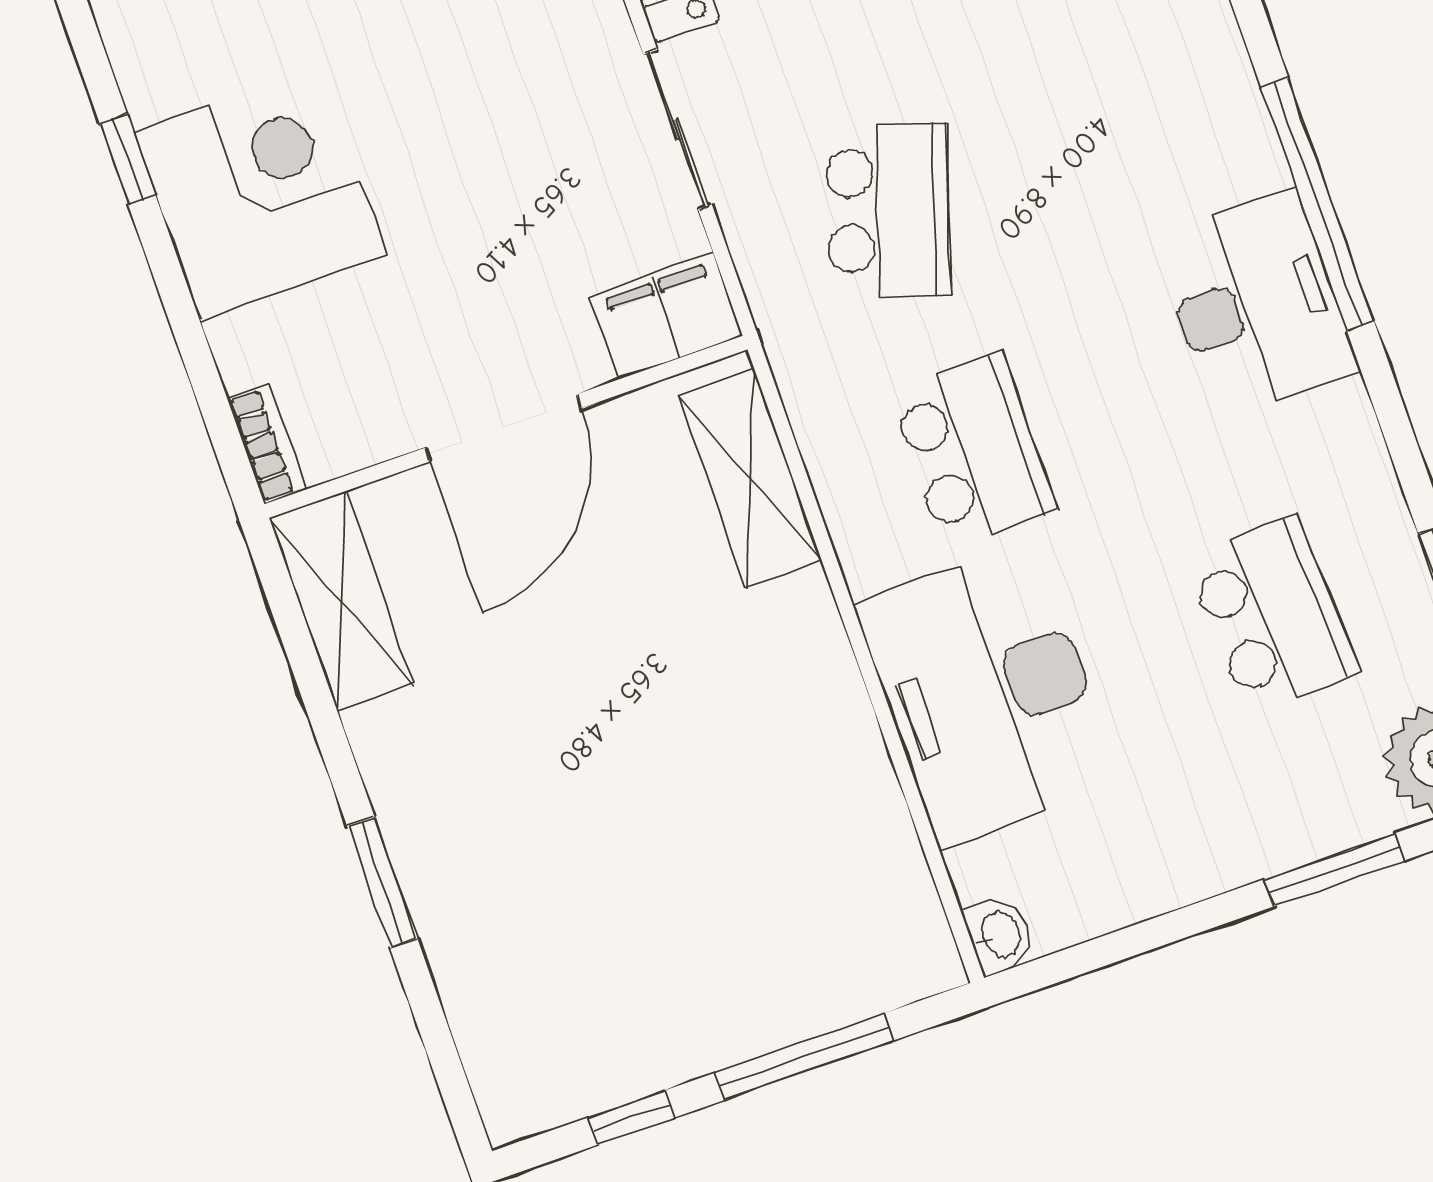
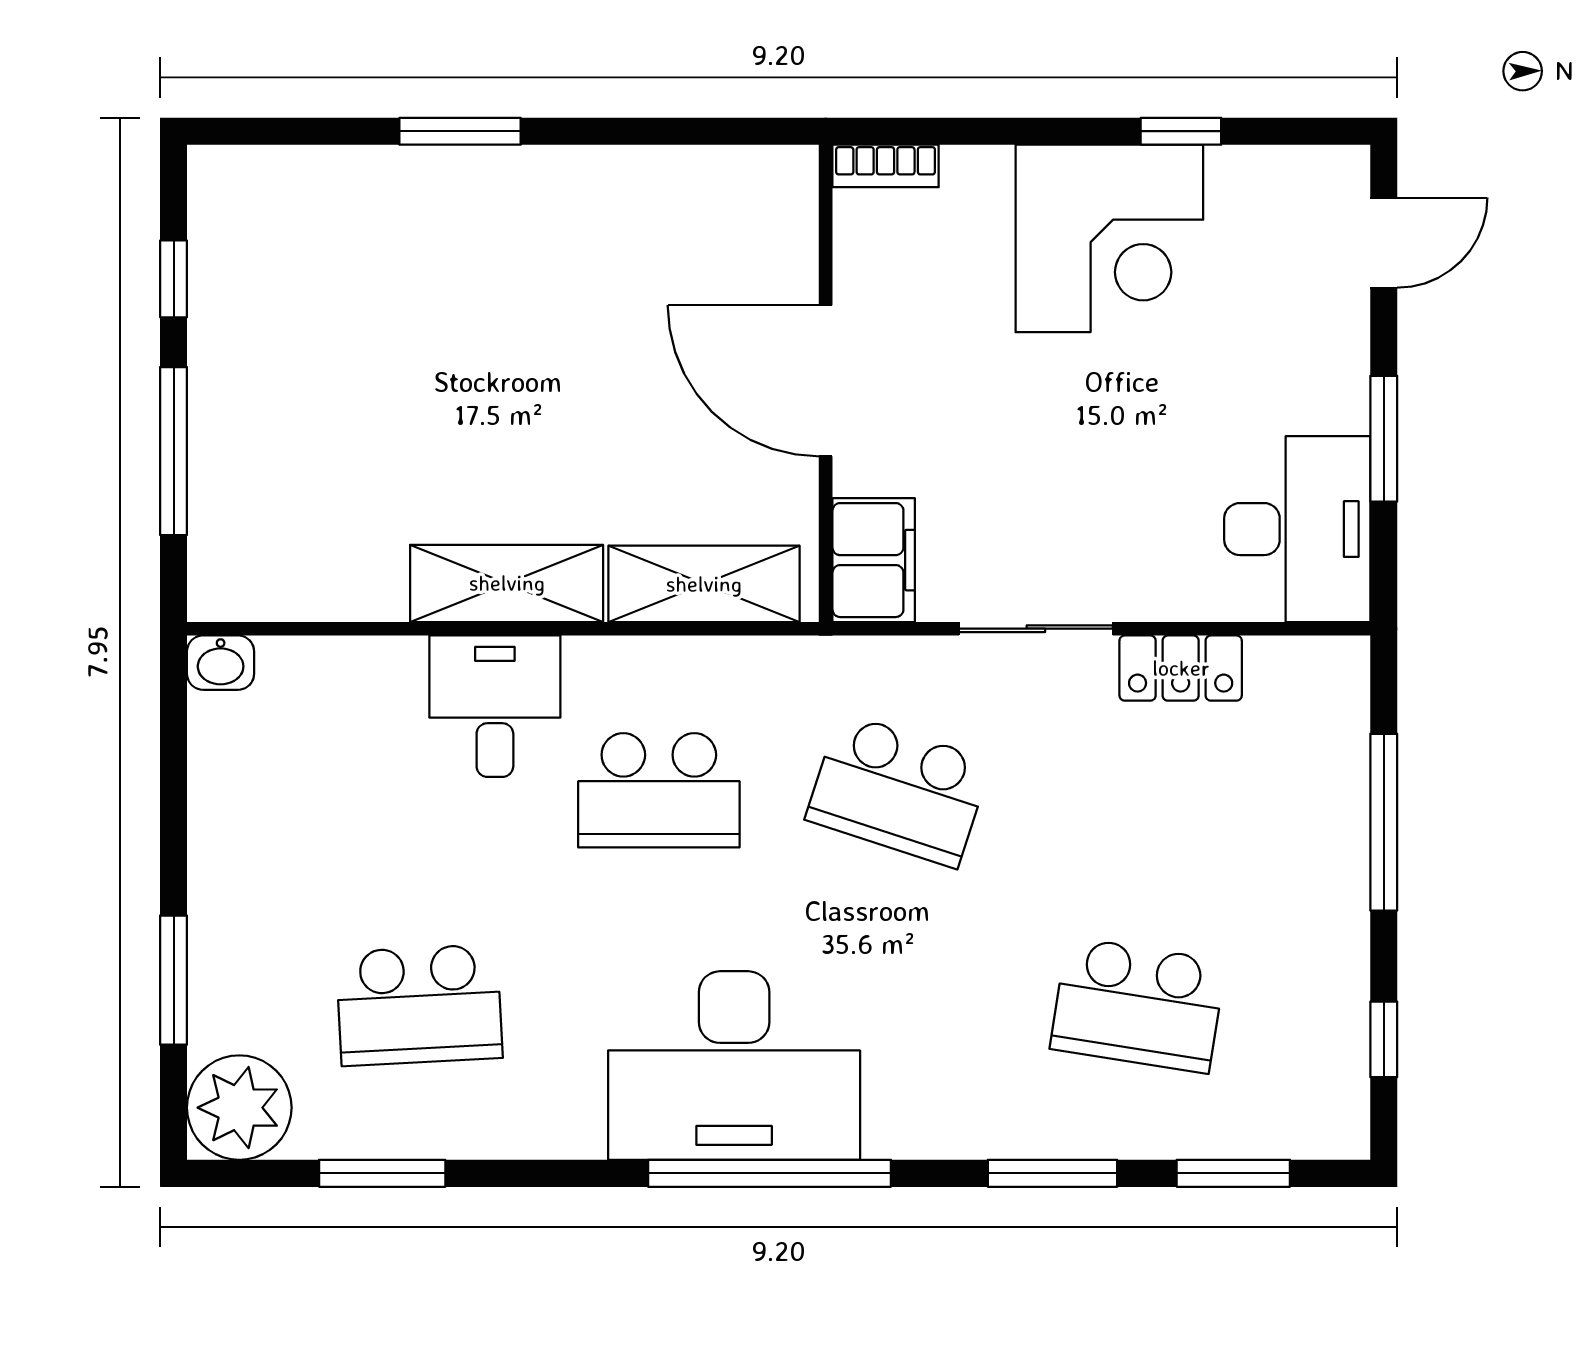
desk: (1256, 304) -> (734, 1066), width x1.36, depth x1.30
shelving: (342, 601) -> (507, 583), moved
desk: (988, 694) -> (495, 706), width x0.53, depth x0.77

